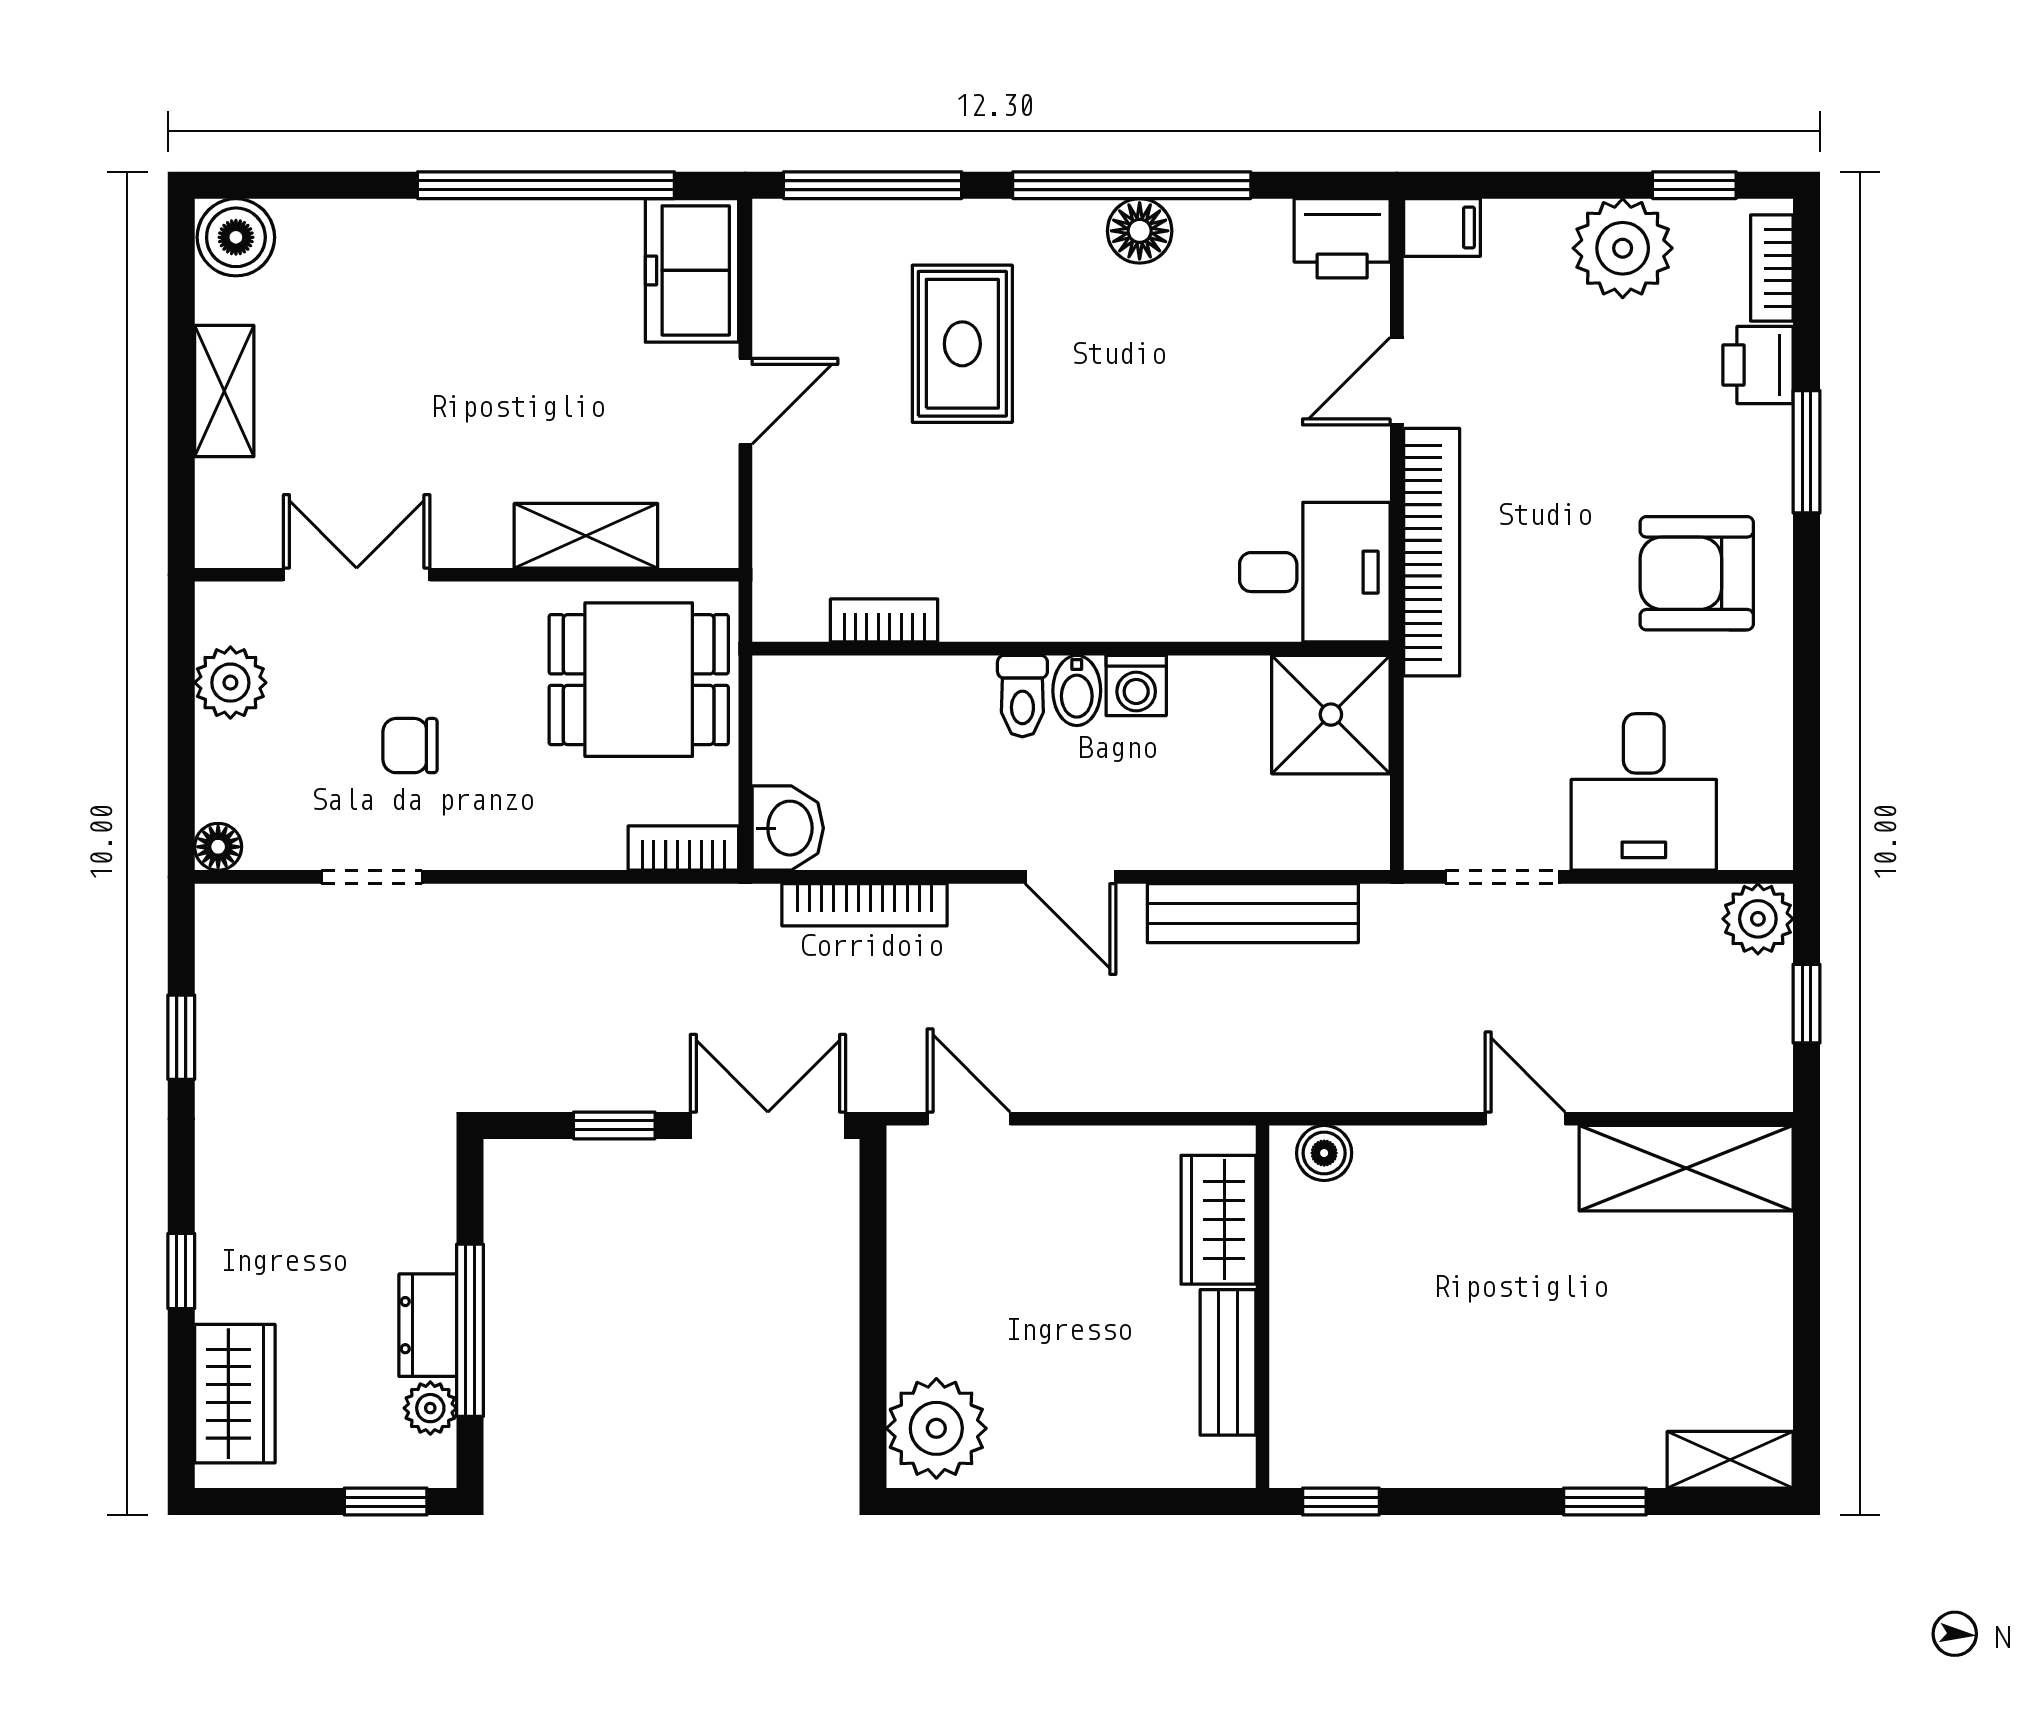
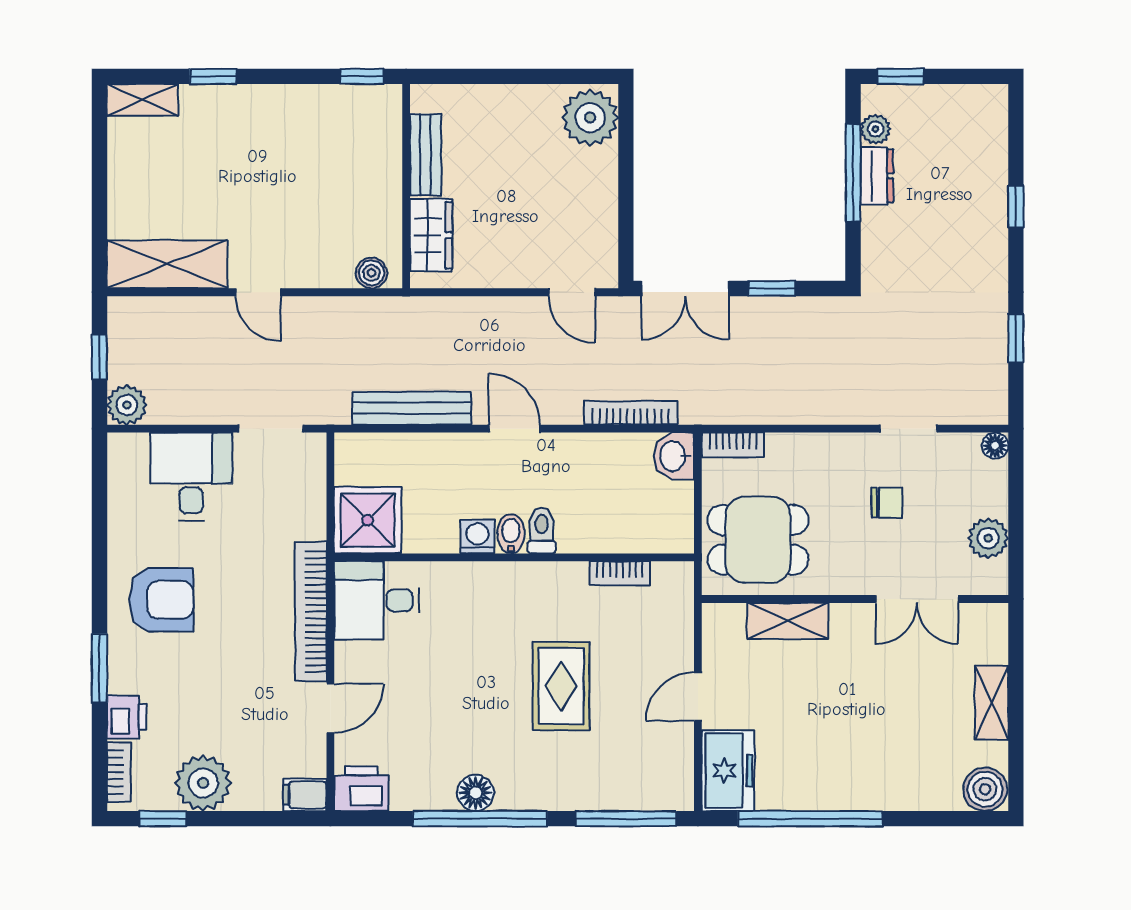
rug: (962, 344) -> (561, 686), moved
wardrobe: (235, 1394) -> (986, 137), removed

